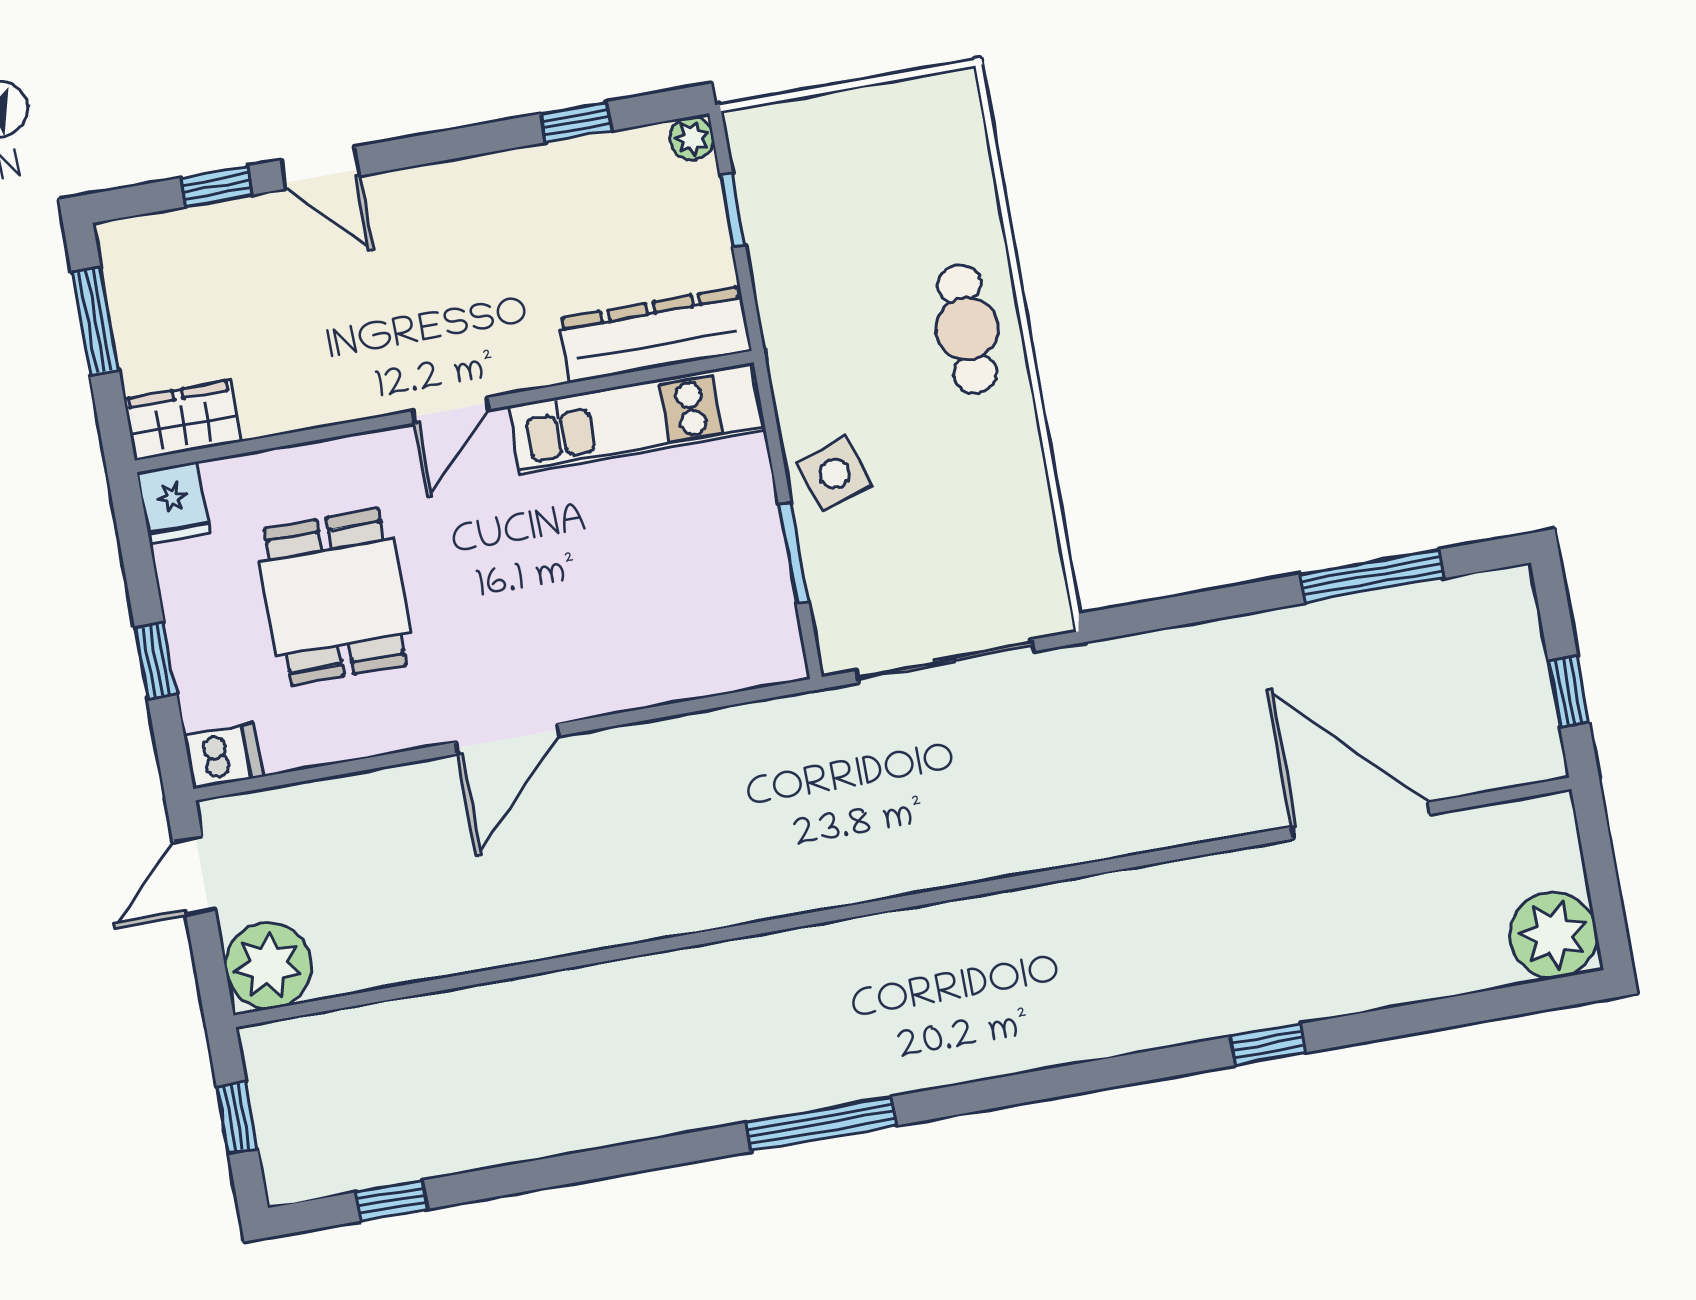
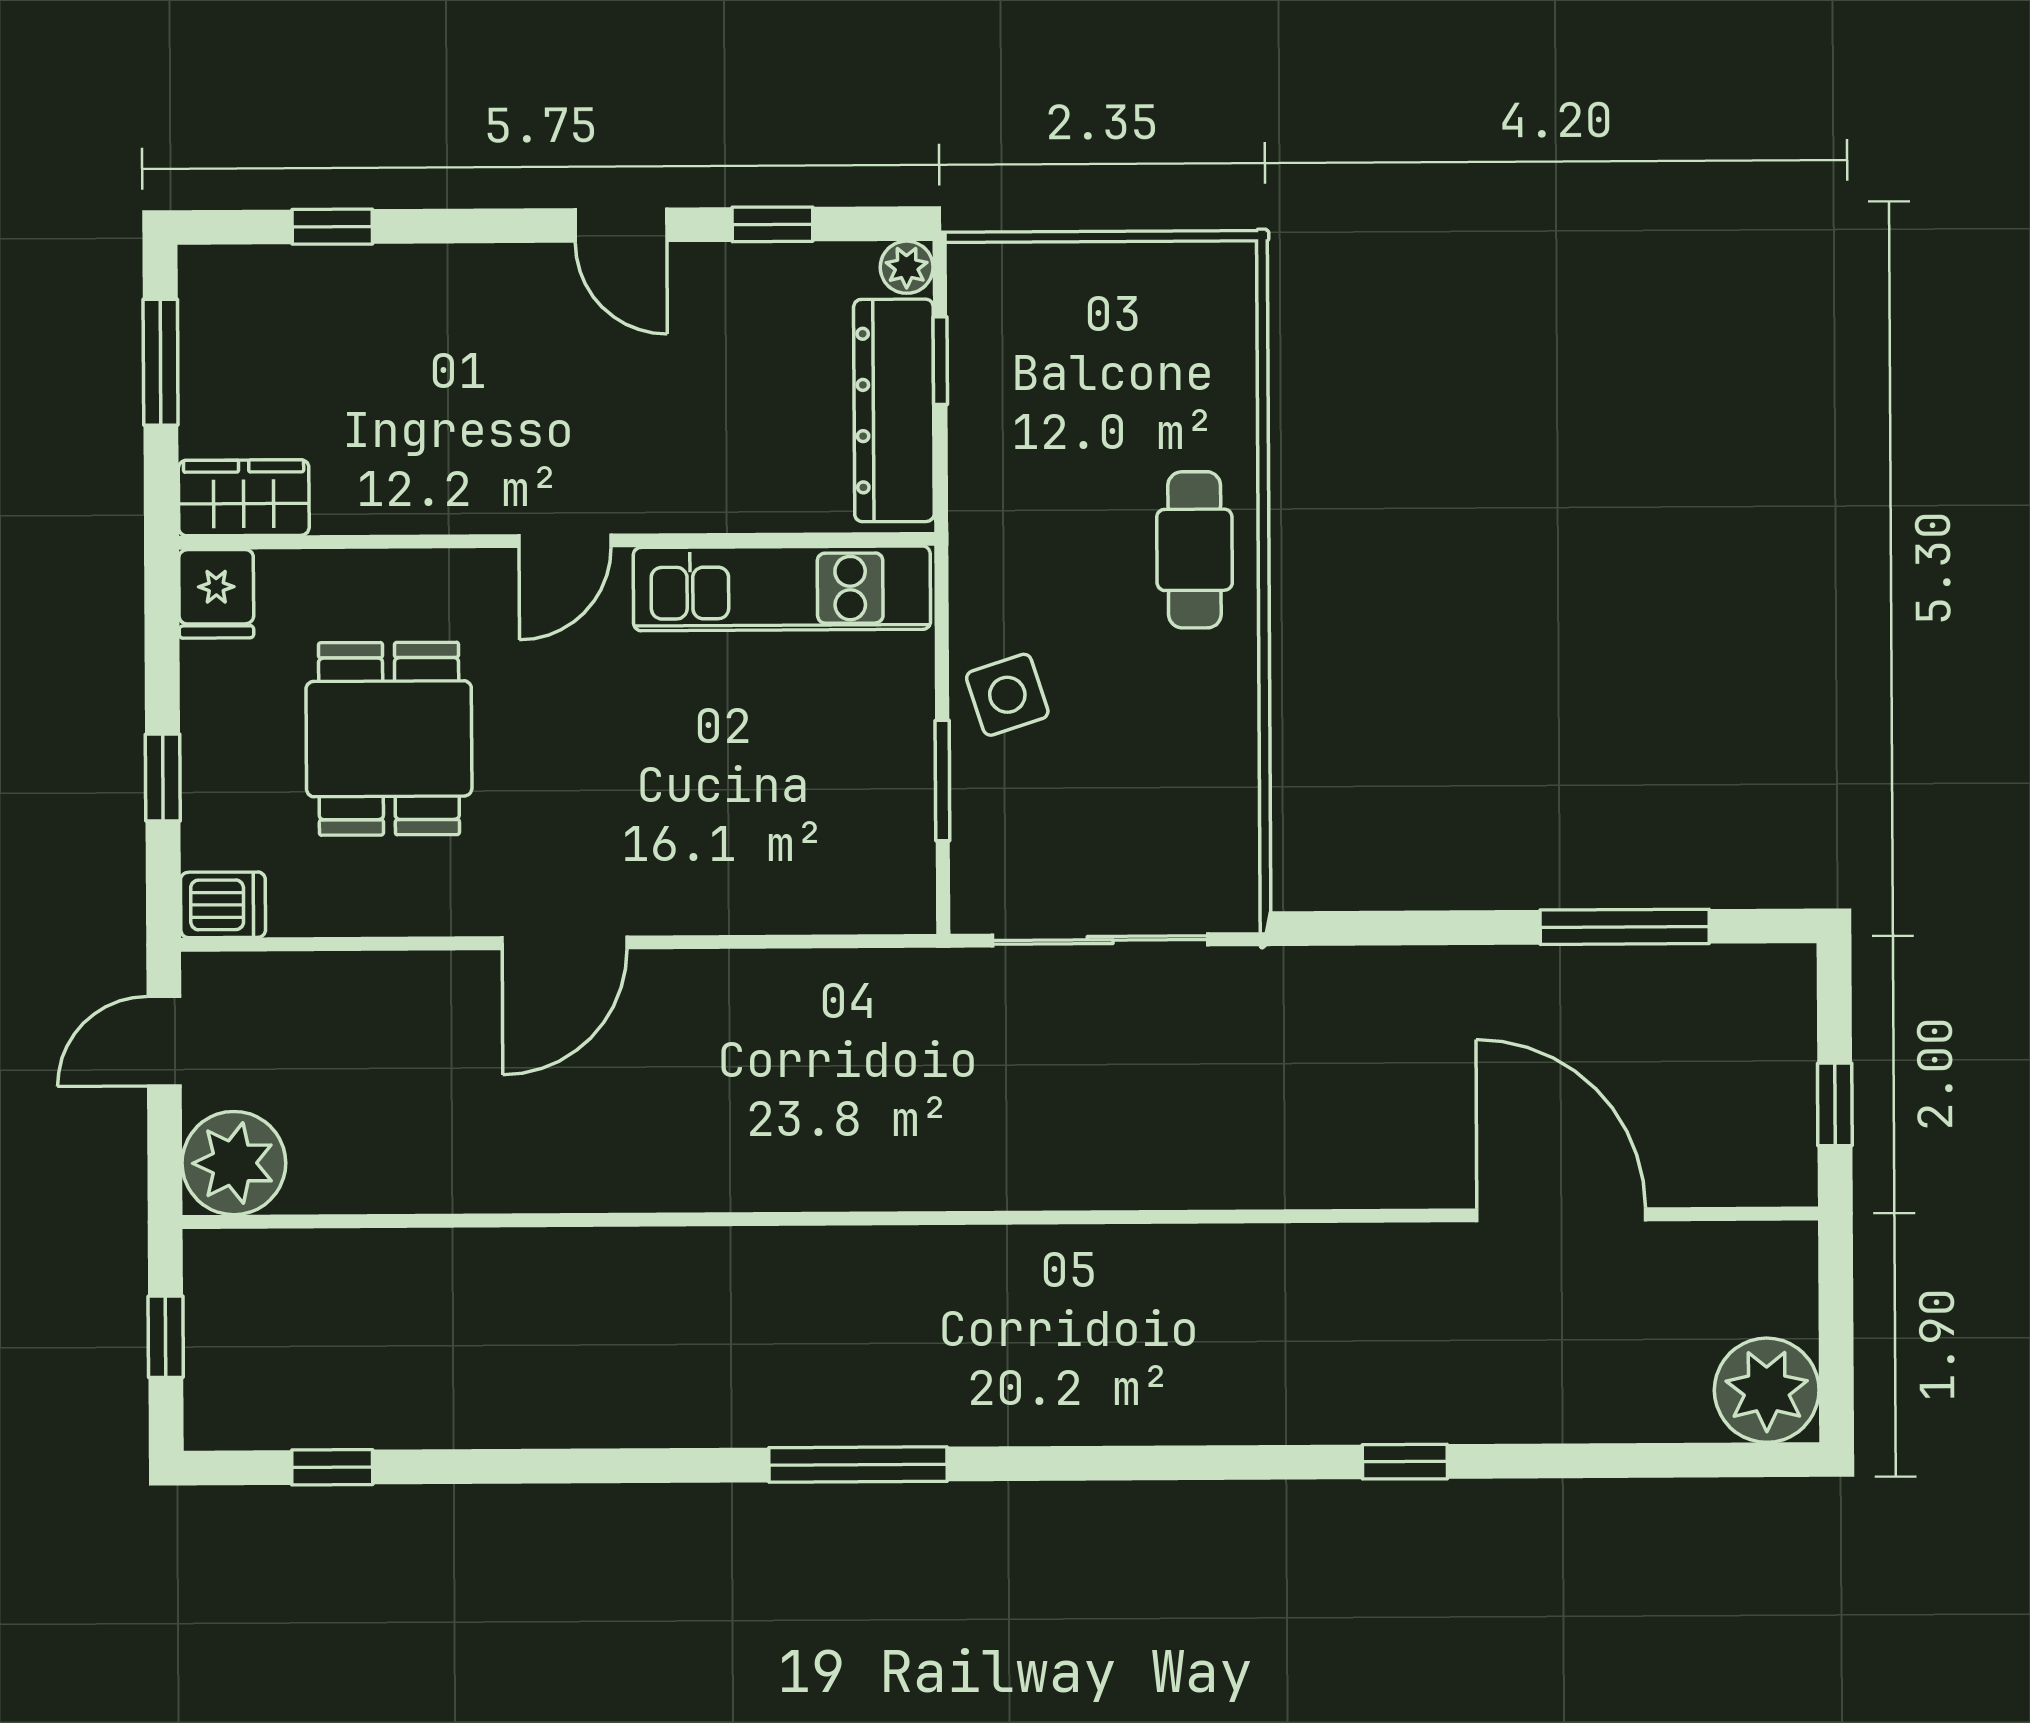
door: (320, 168) -> (621, 225), moved
dresser: (655, 335) -> (894, 410), moved, turned -90

